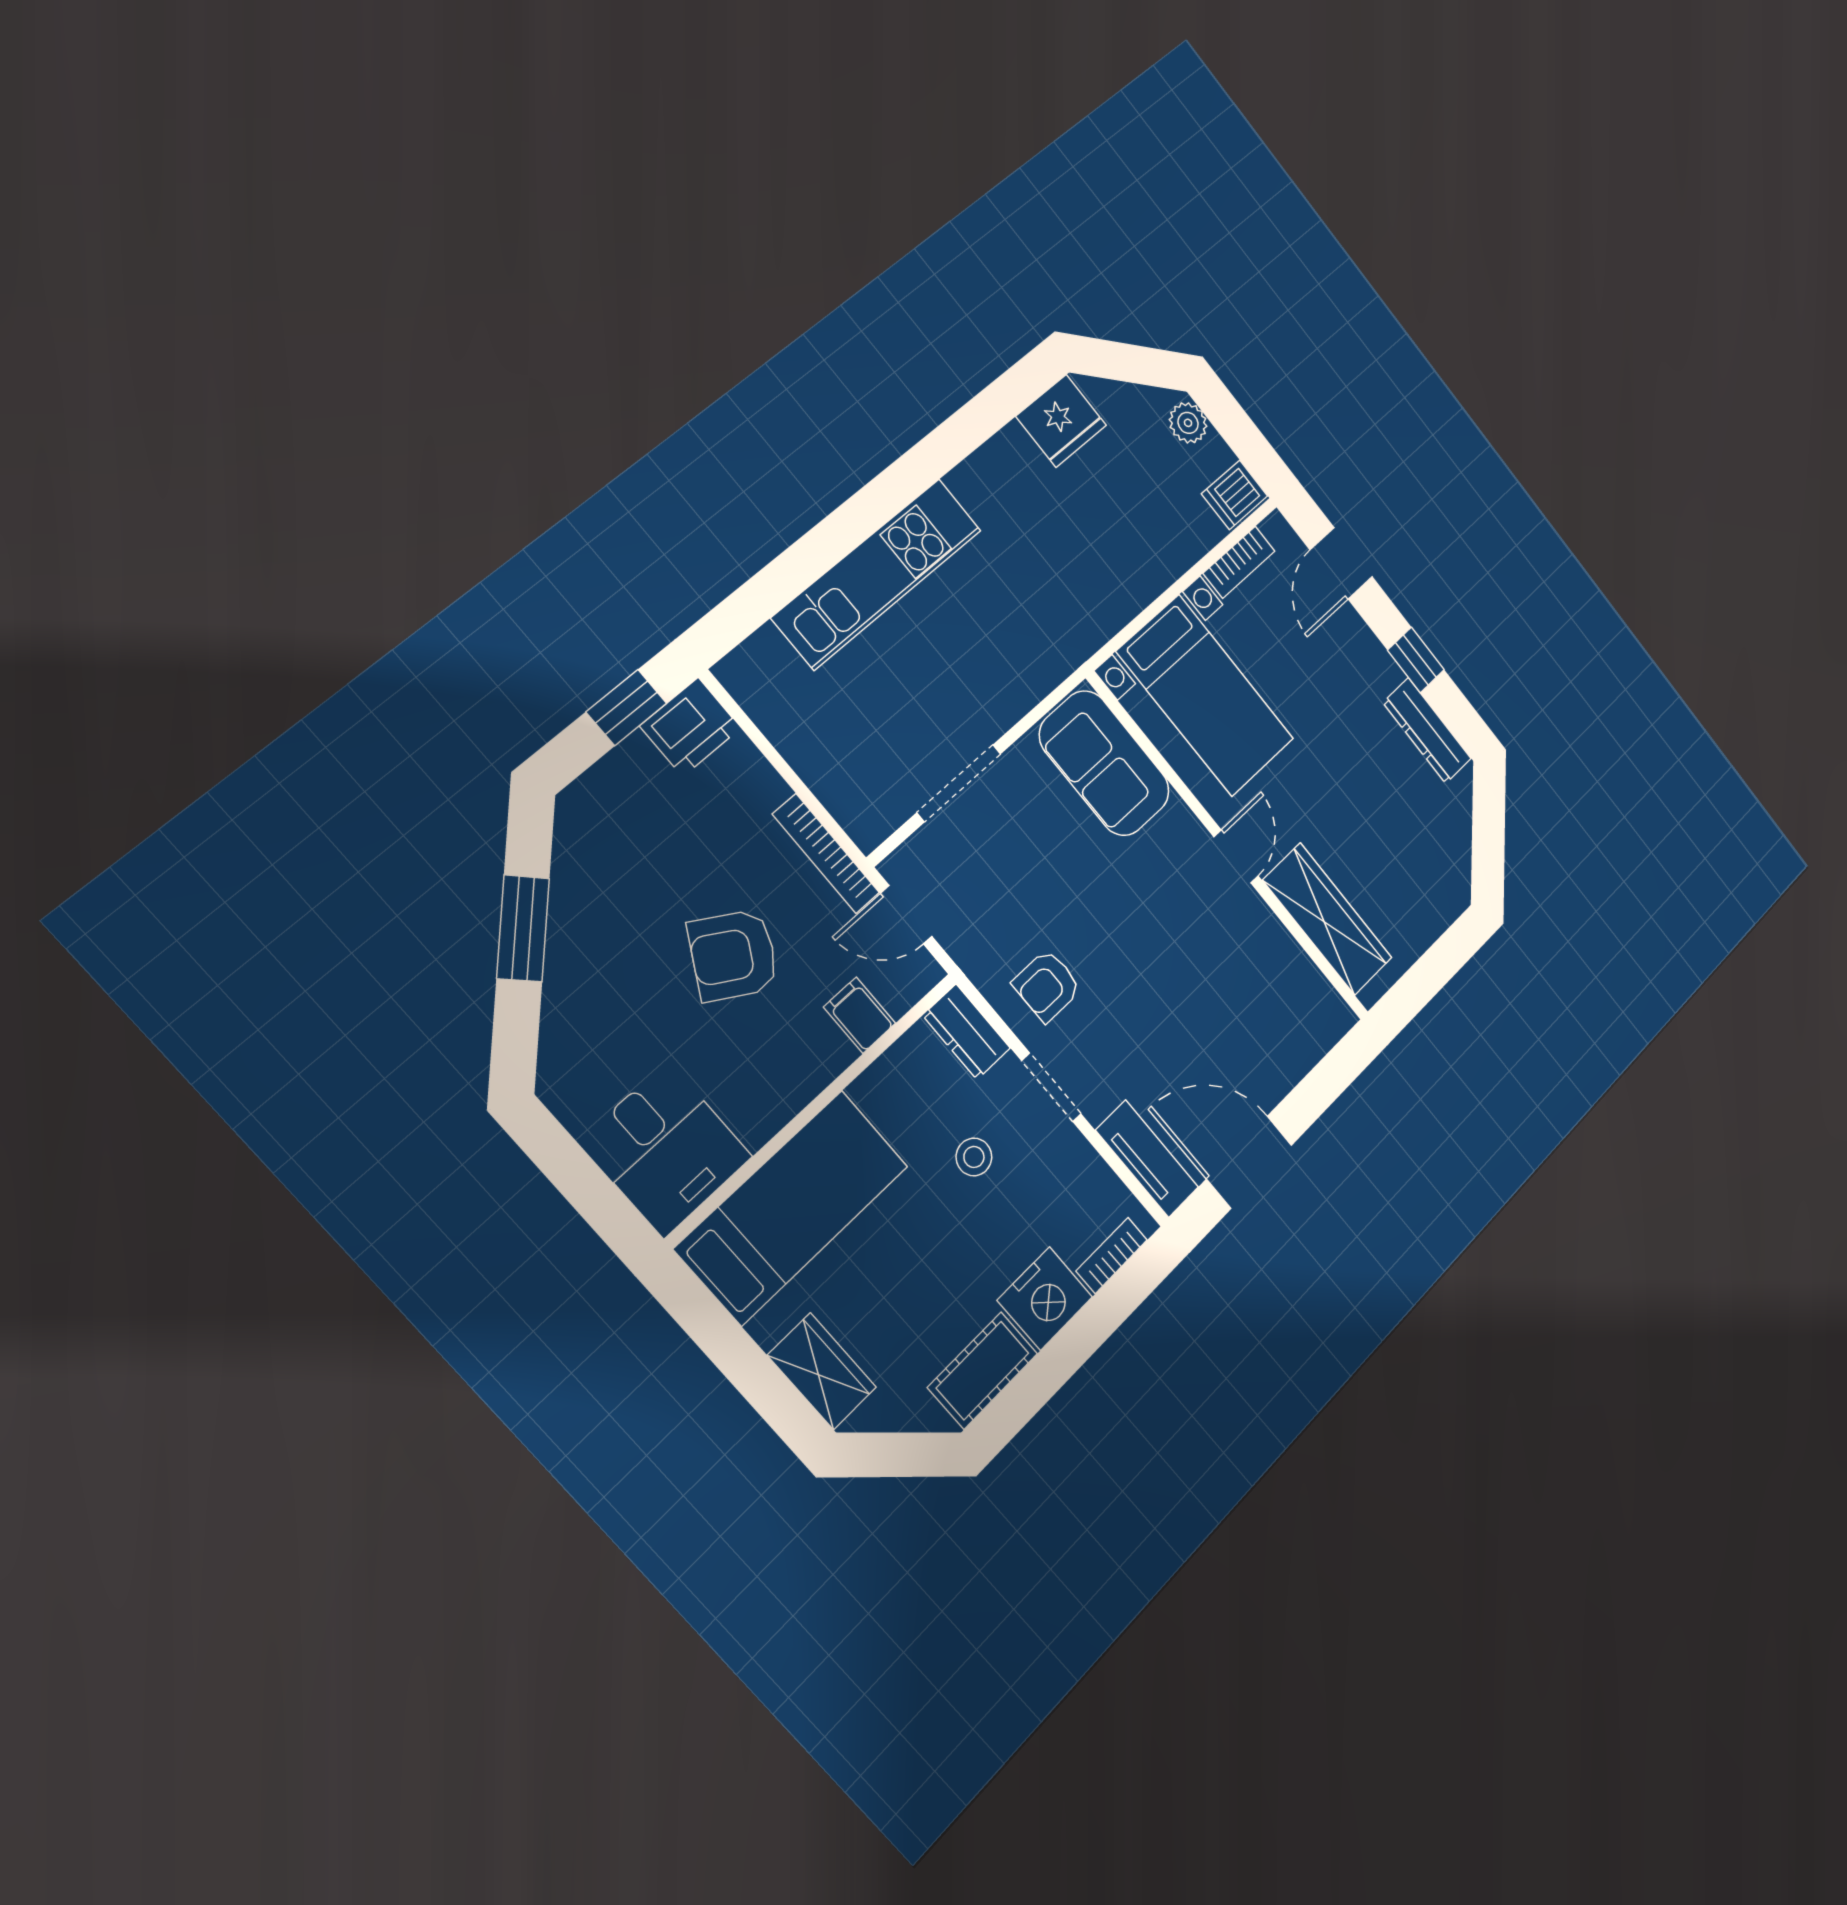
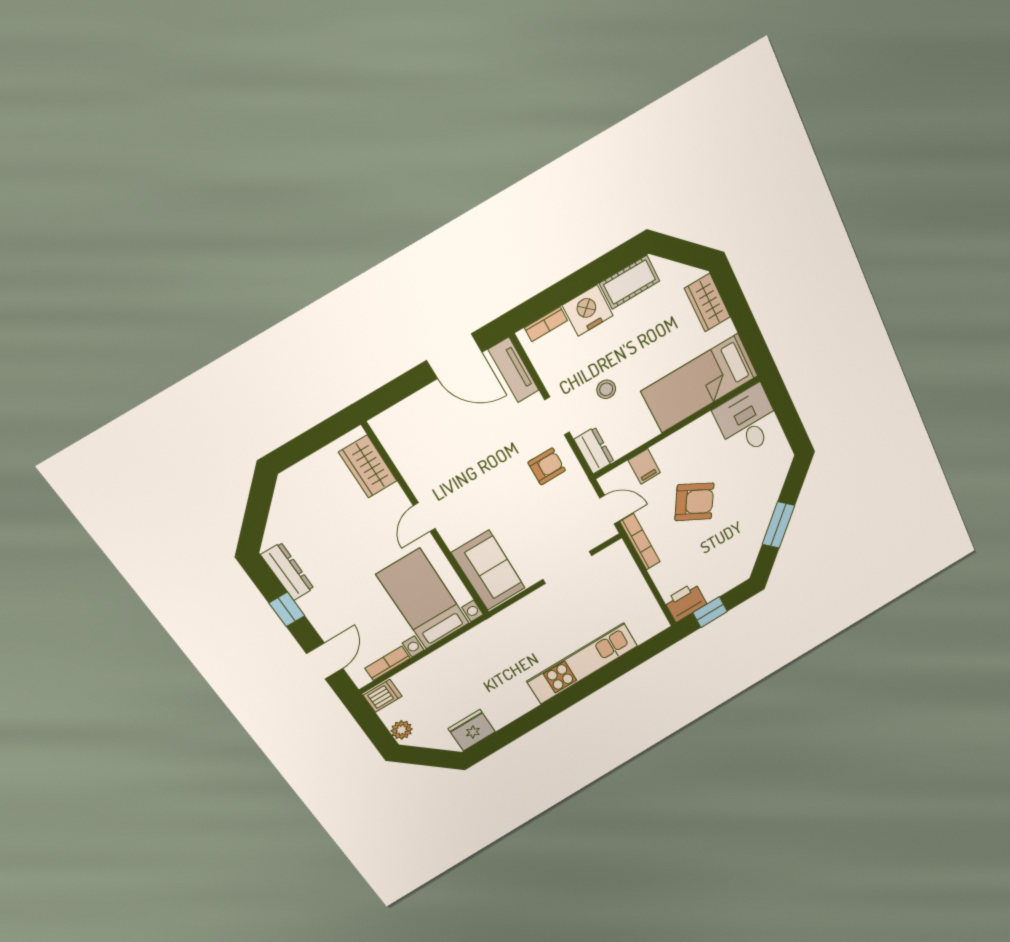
wardrobe: (1328, 919) -> (368, 467), width x0.67

